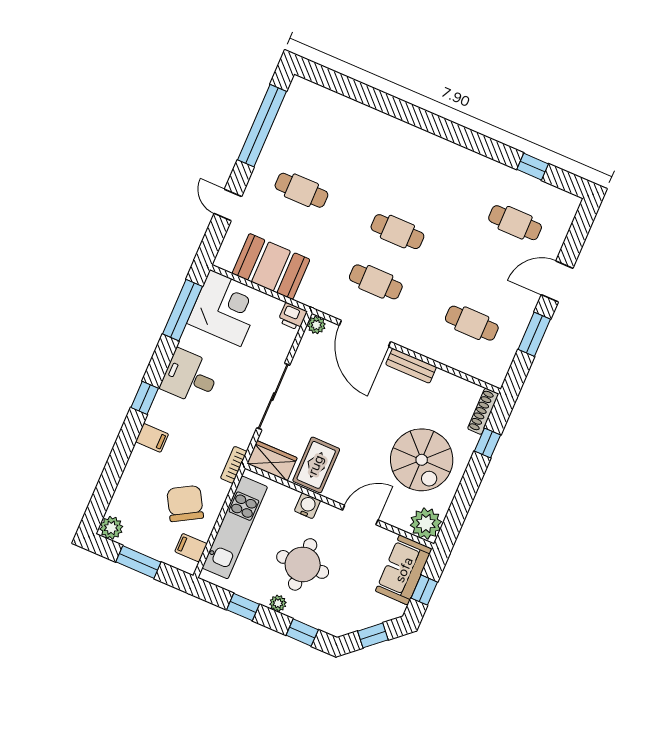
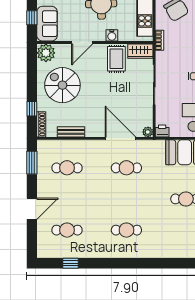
cafe table: (397, 232) -> (126, 230), moved
window: (534, 334) -> (32, 163), moved
bench: (411, 366) -> (71, 132), moved

